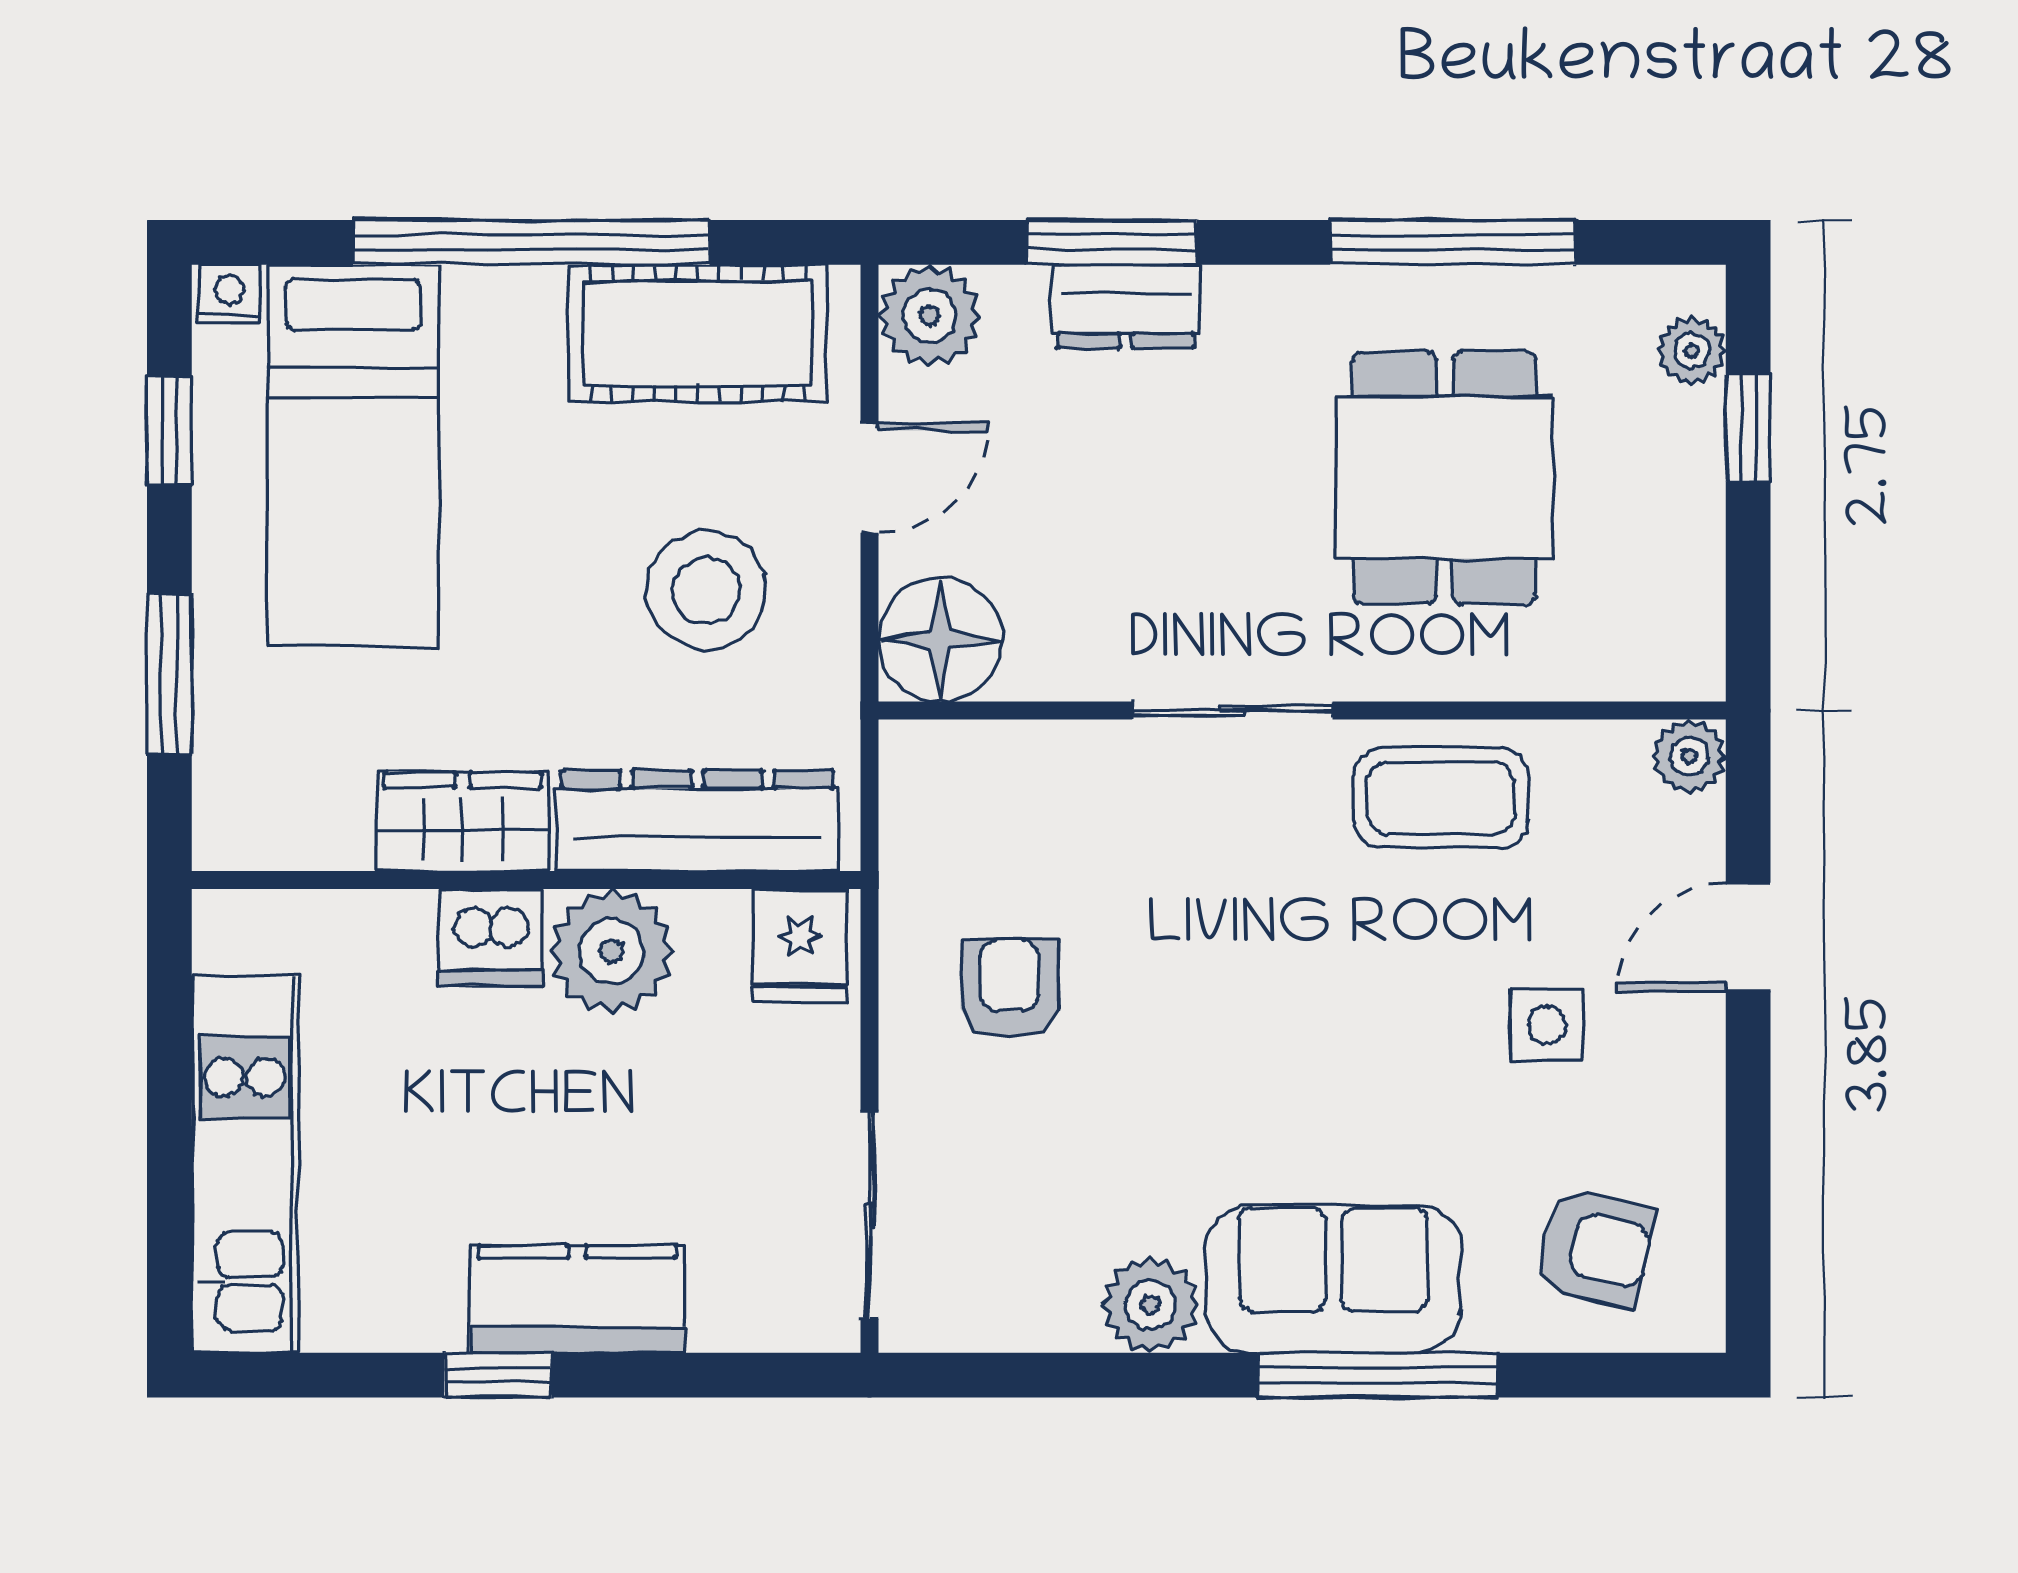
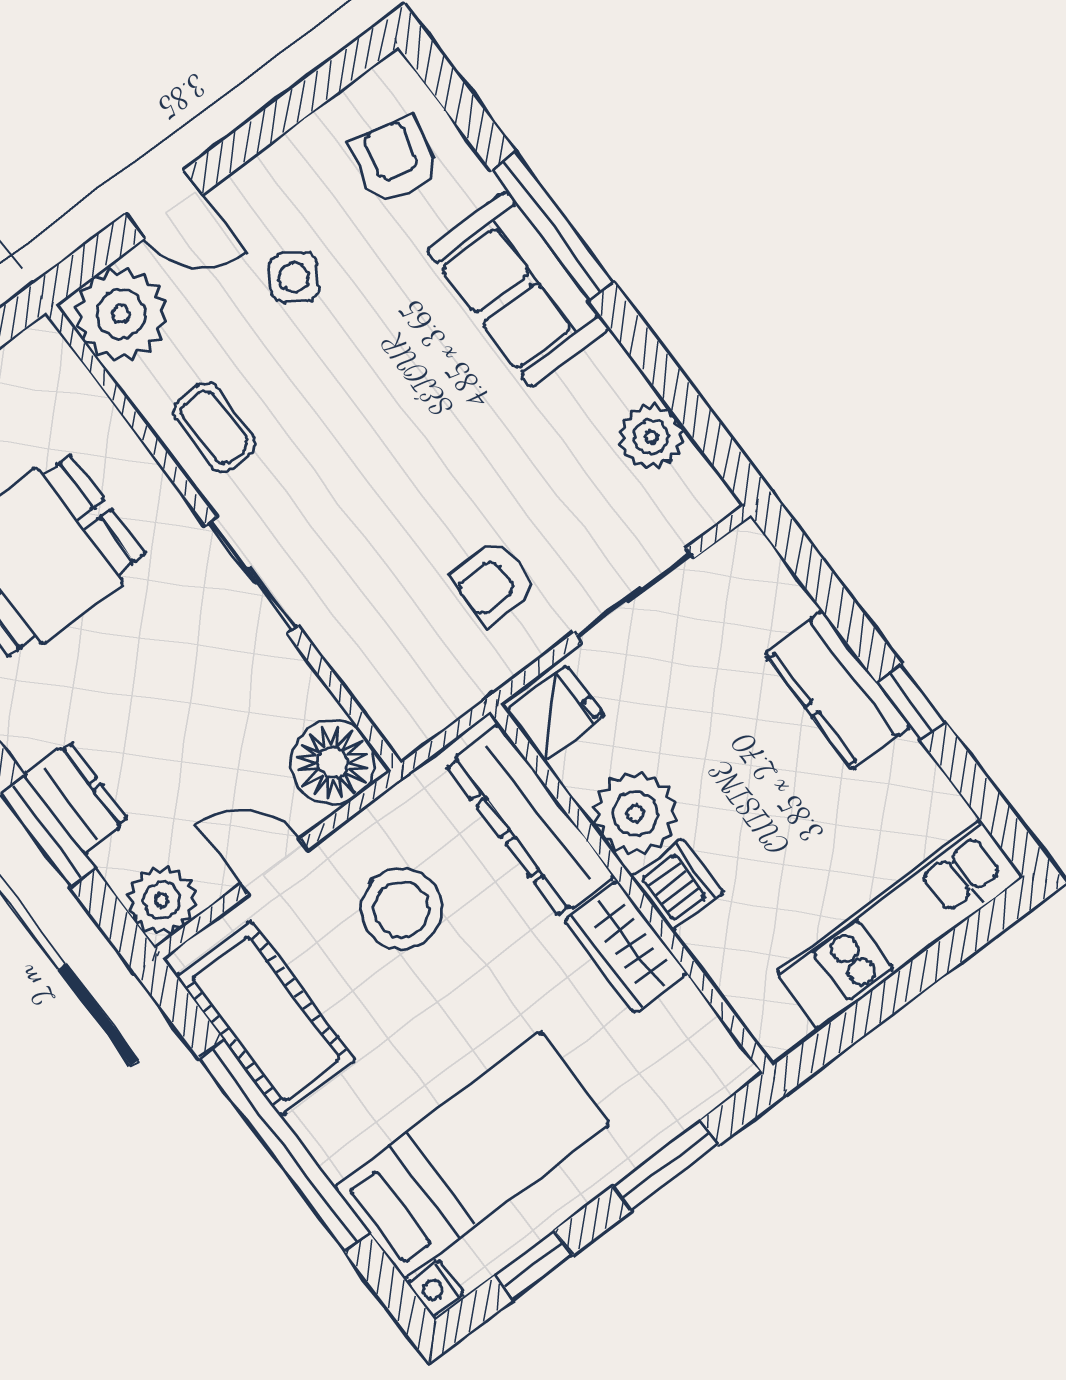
plant: (1689, 756) -> (121, 314), width x1.87, depth x1.87
coffee table: (1441, 798) -> (214, 427), width x0.73, depth x0.77
side table: (1547, 1025) -> (294, 277), turned 33
sliding door: (870, 1215) -> (634, 595), moved
plant: (1150, 1305) -> (651, 436), moved

